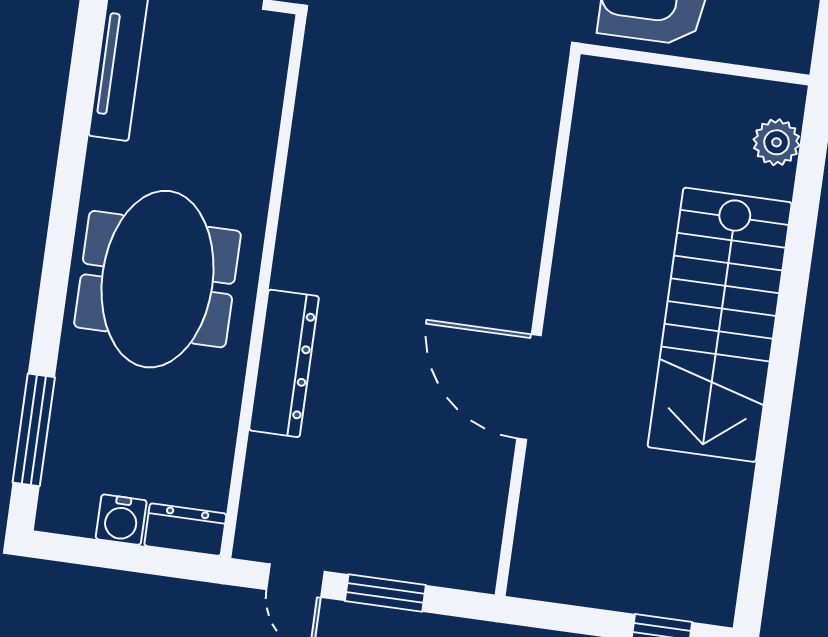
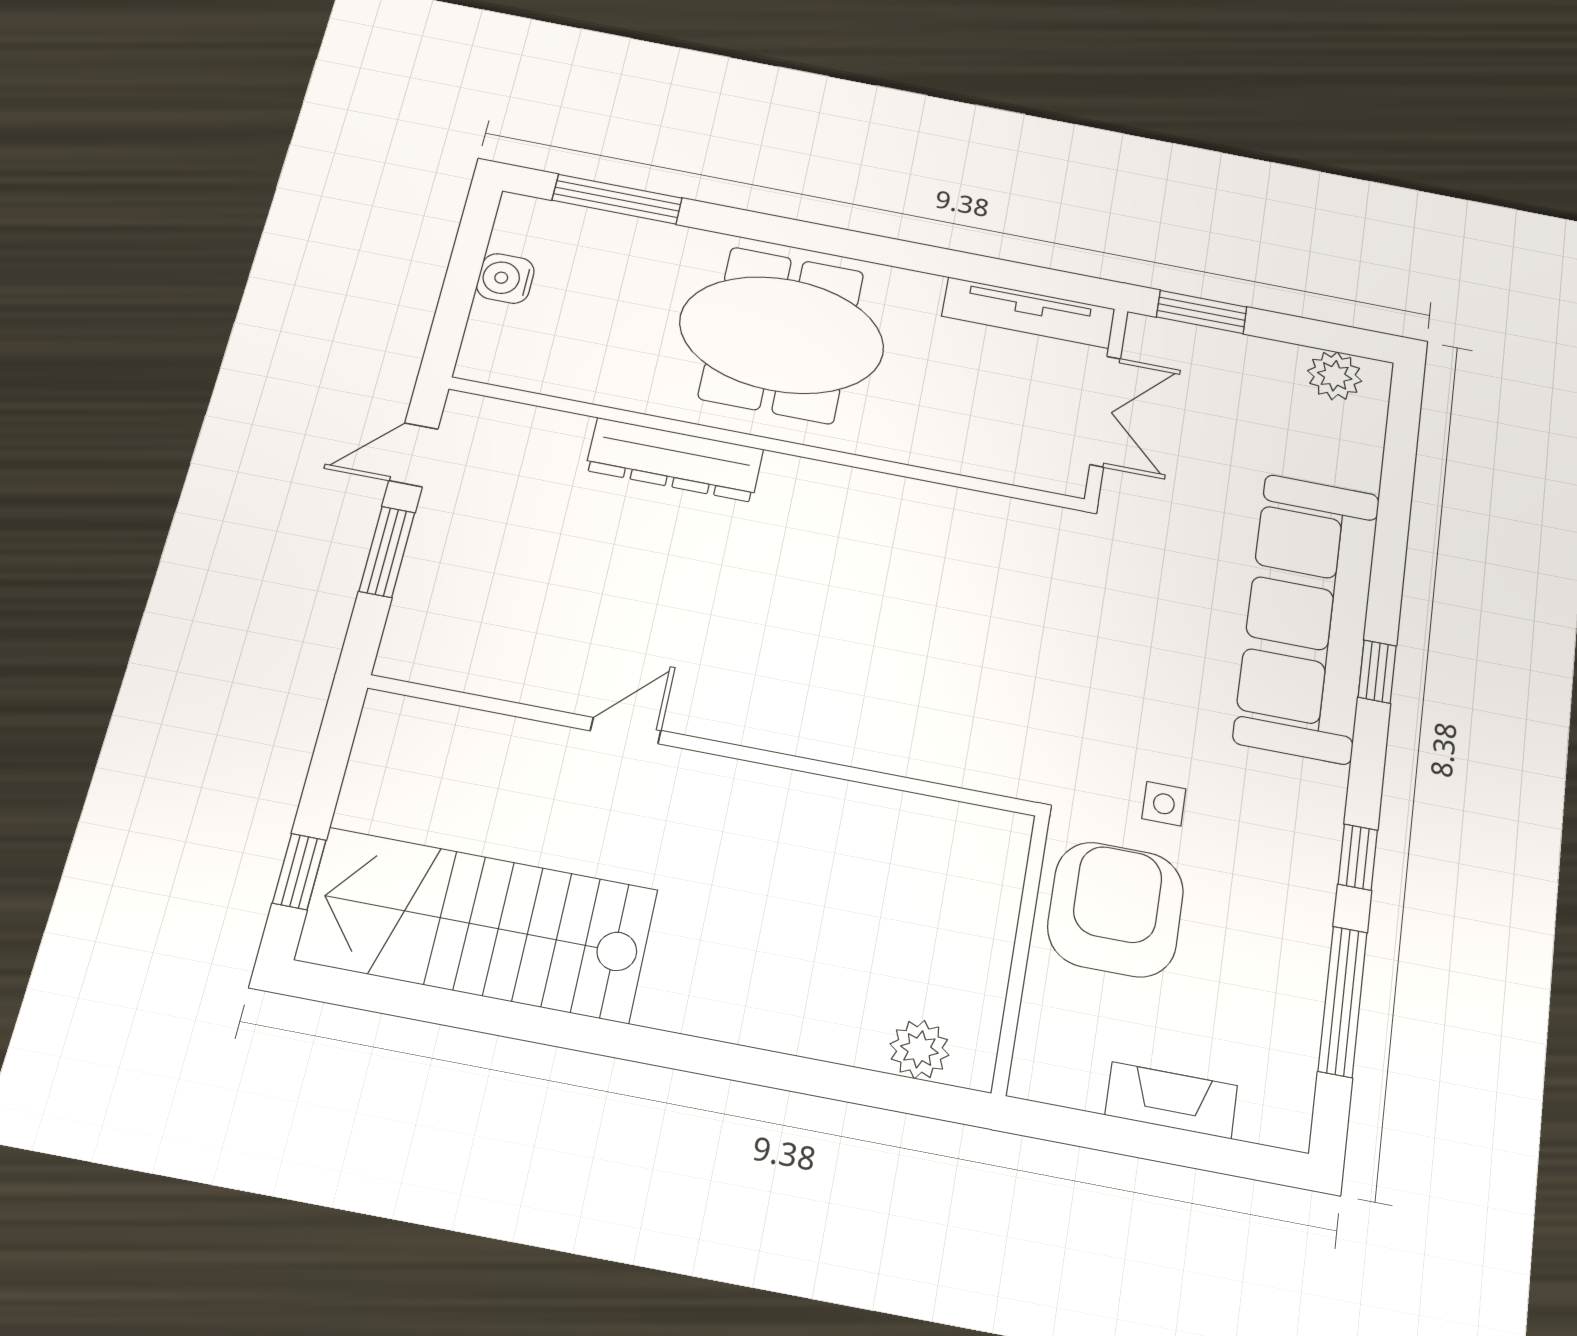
stairs: (720, 325) -> (477, 925), moved
door: (529, 387) -> (626, 731), width x0.53
dresser: (185, 530) -> (487, 343), removed

